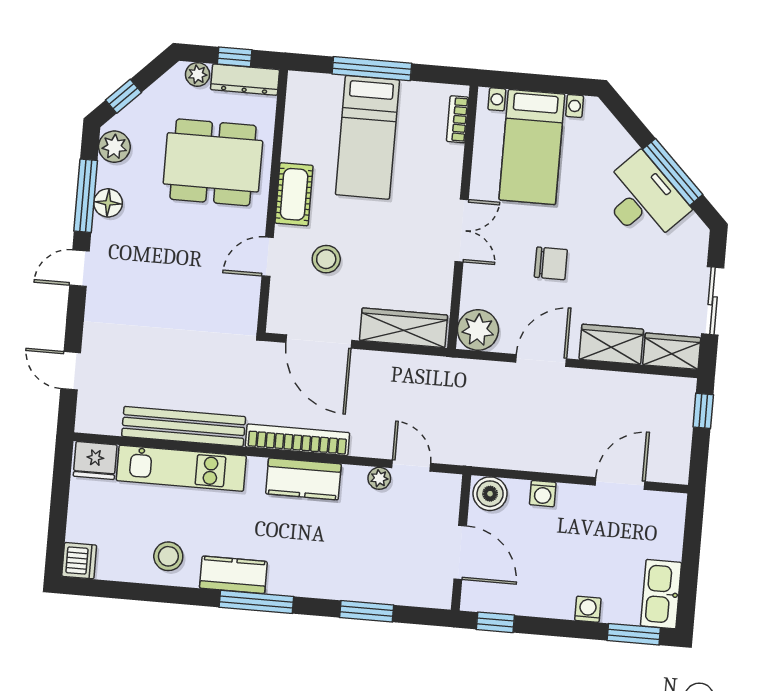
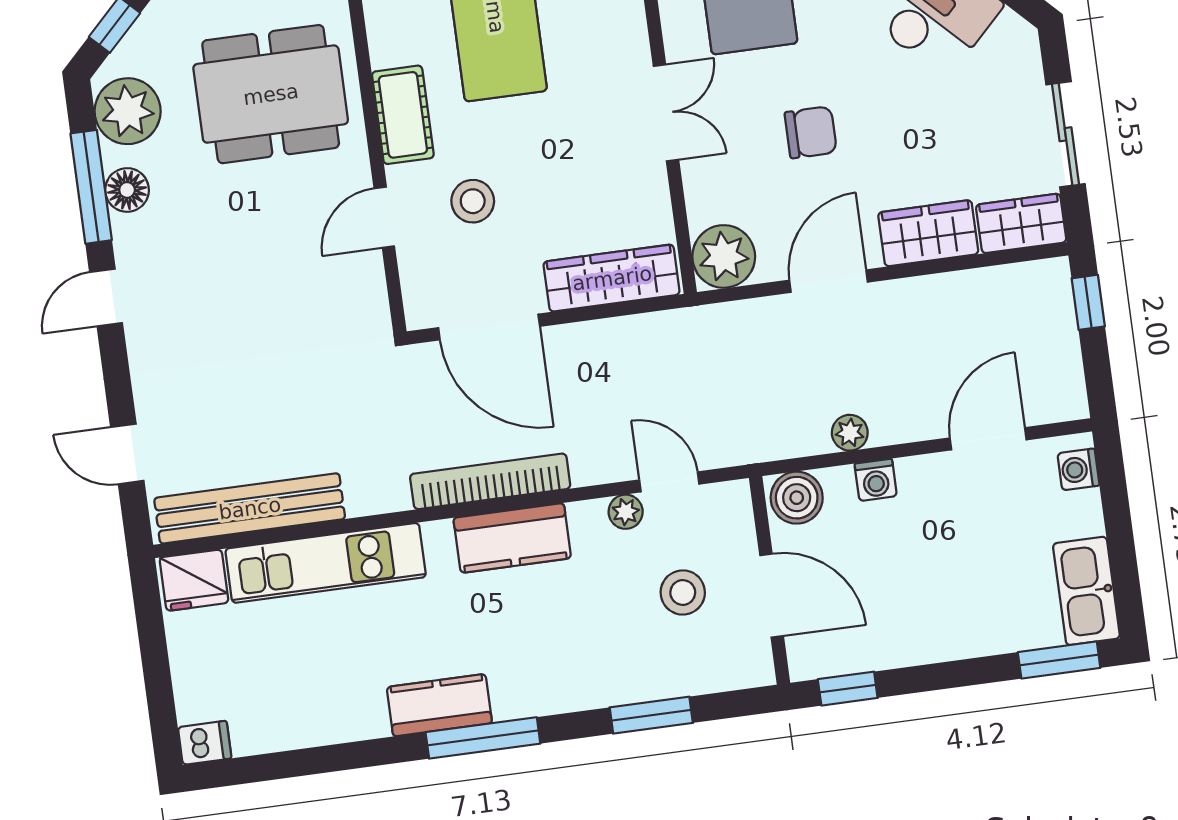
plant: (114, 147) -> (128, 111), width x1.36, depth x1.36
bench: (184, 426) -> (250, 508), moved
plant: (533, 460) -> (850, 433), added
stool: (168, 556) -> (683, 592), moved
dishwasher: (79, 561) -> (205, 743), width x0.73
washing machine: (588, 609) -> (1078, 469), moved, turned -90

